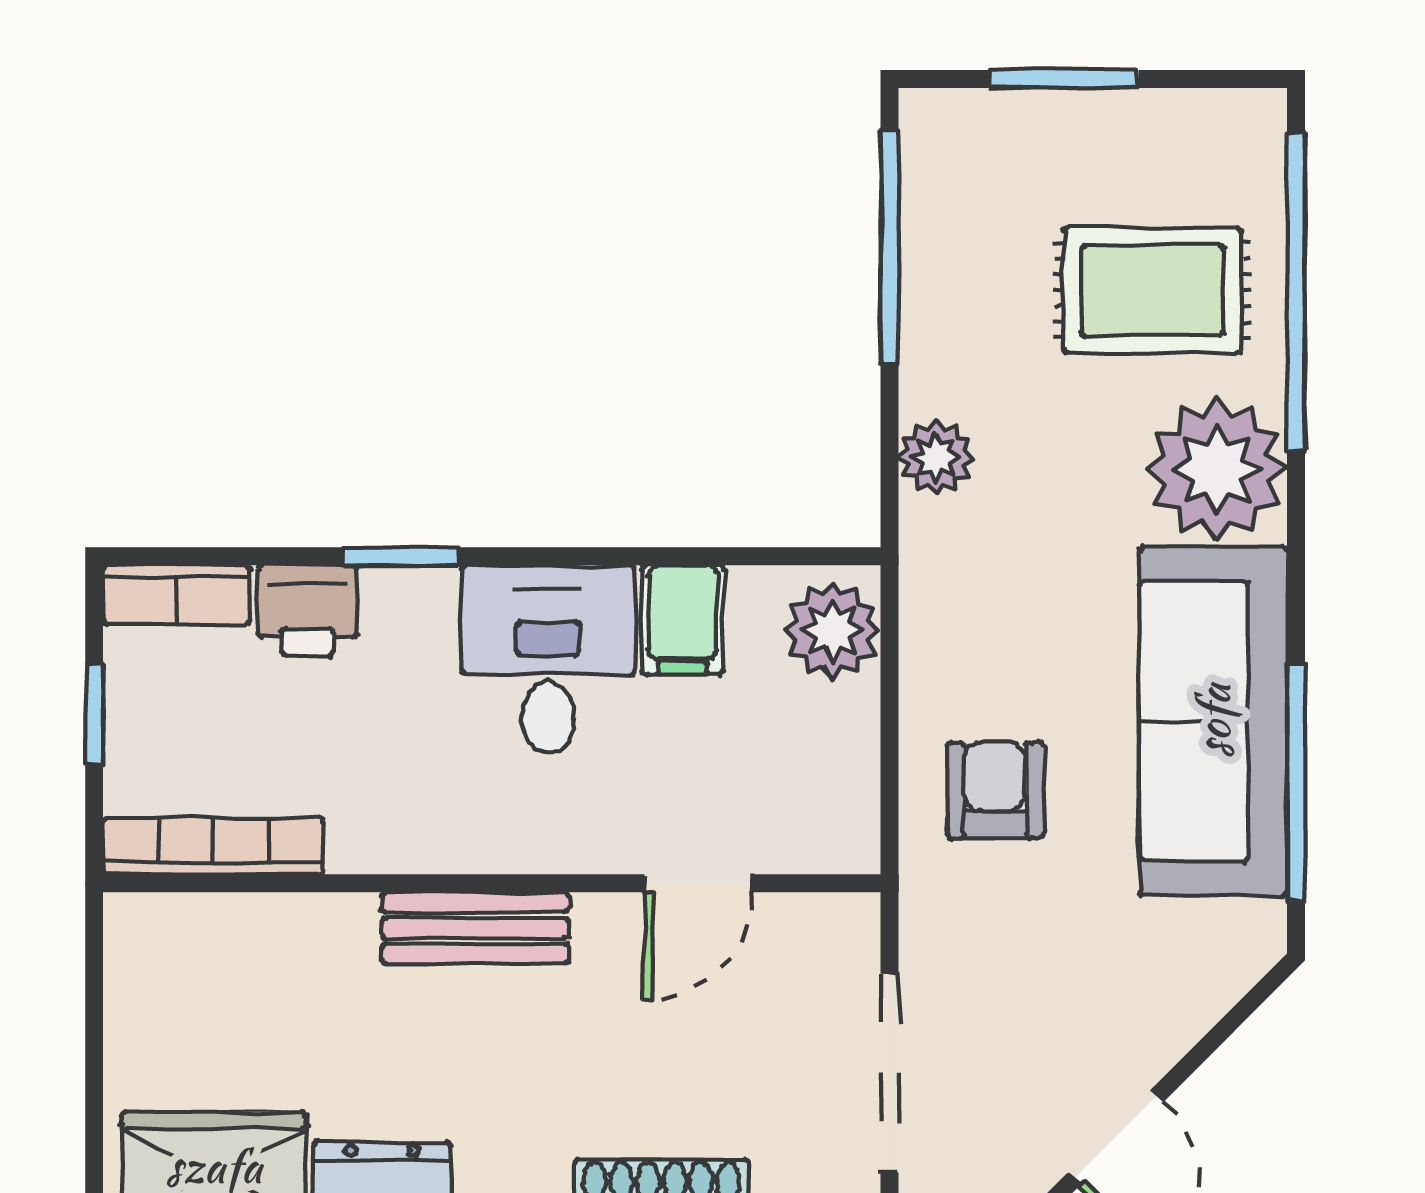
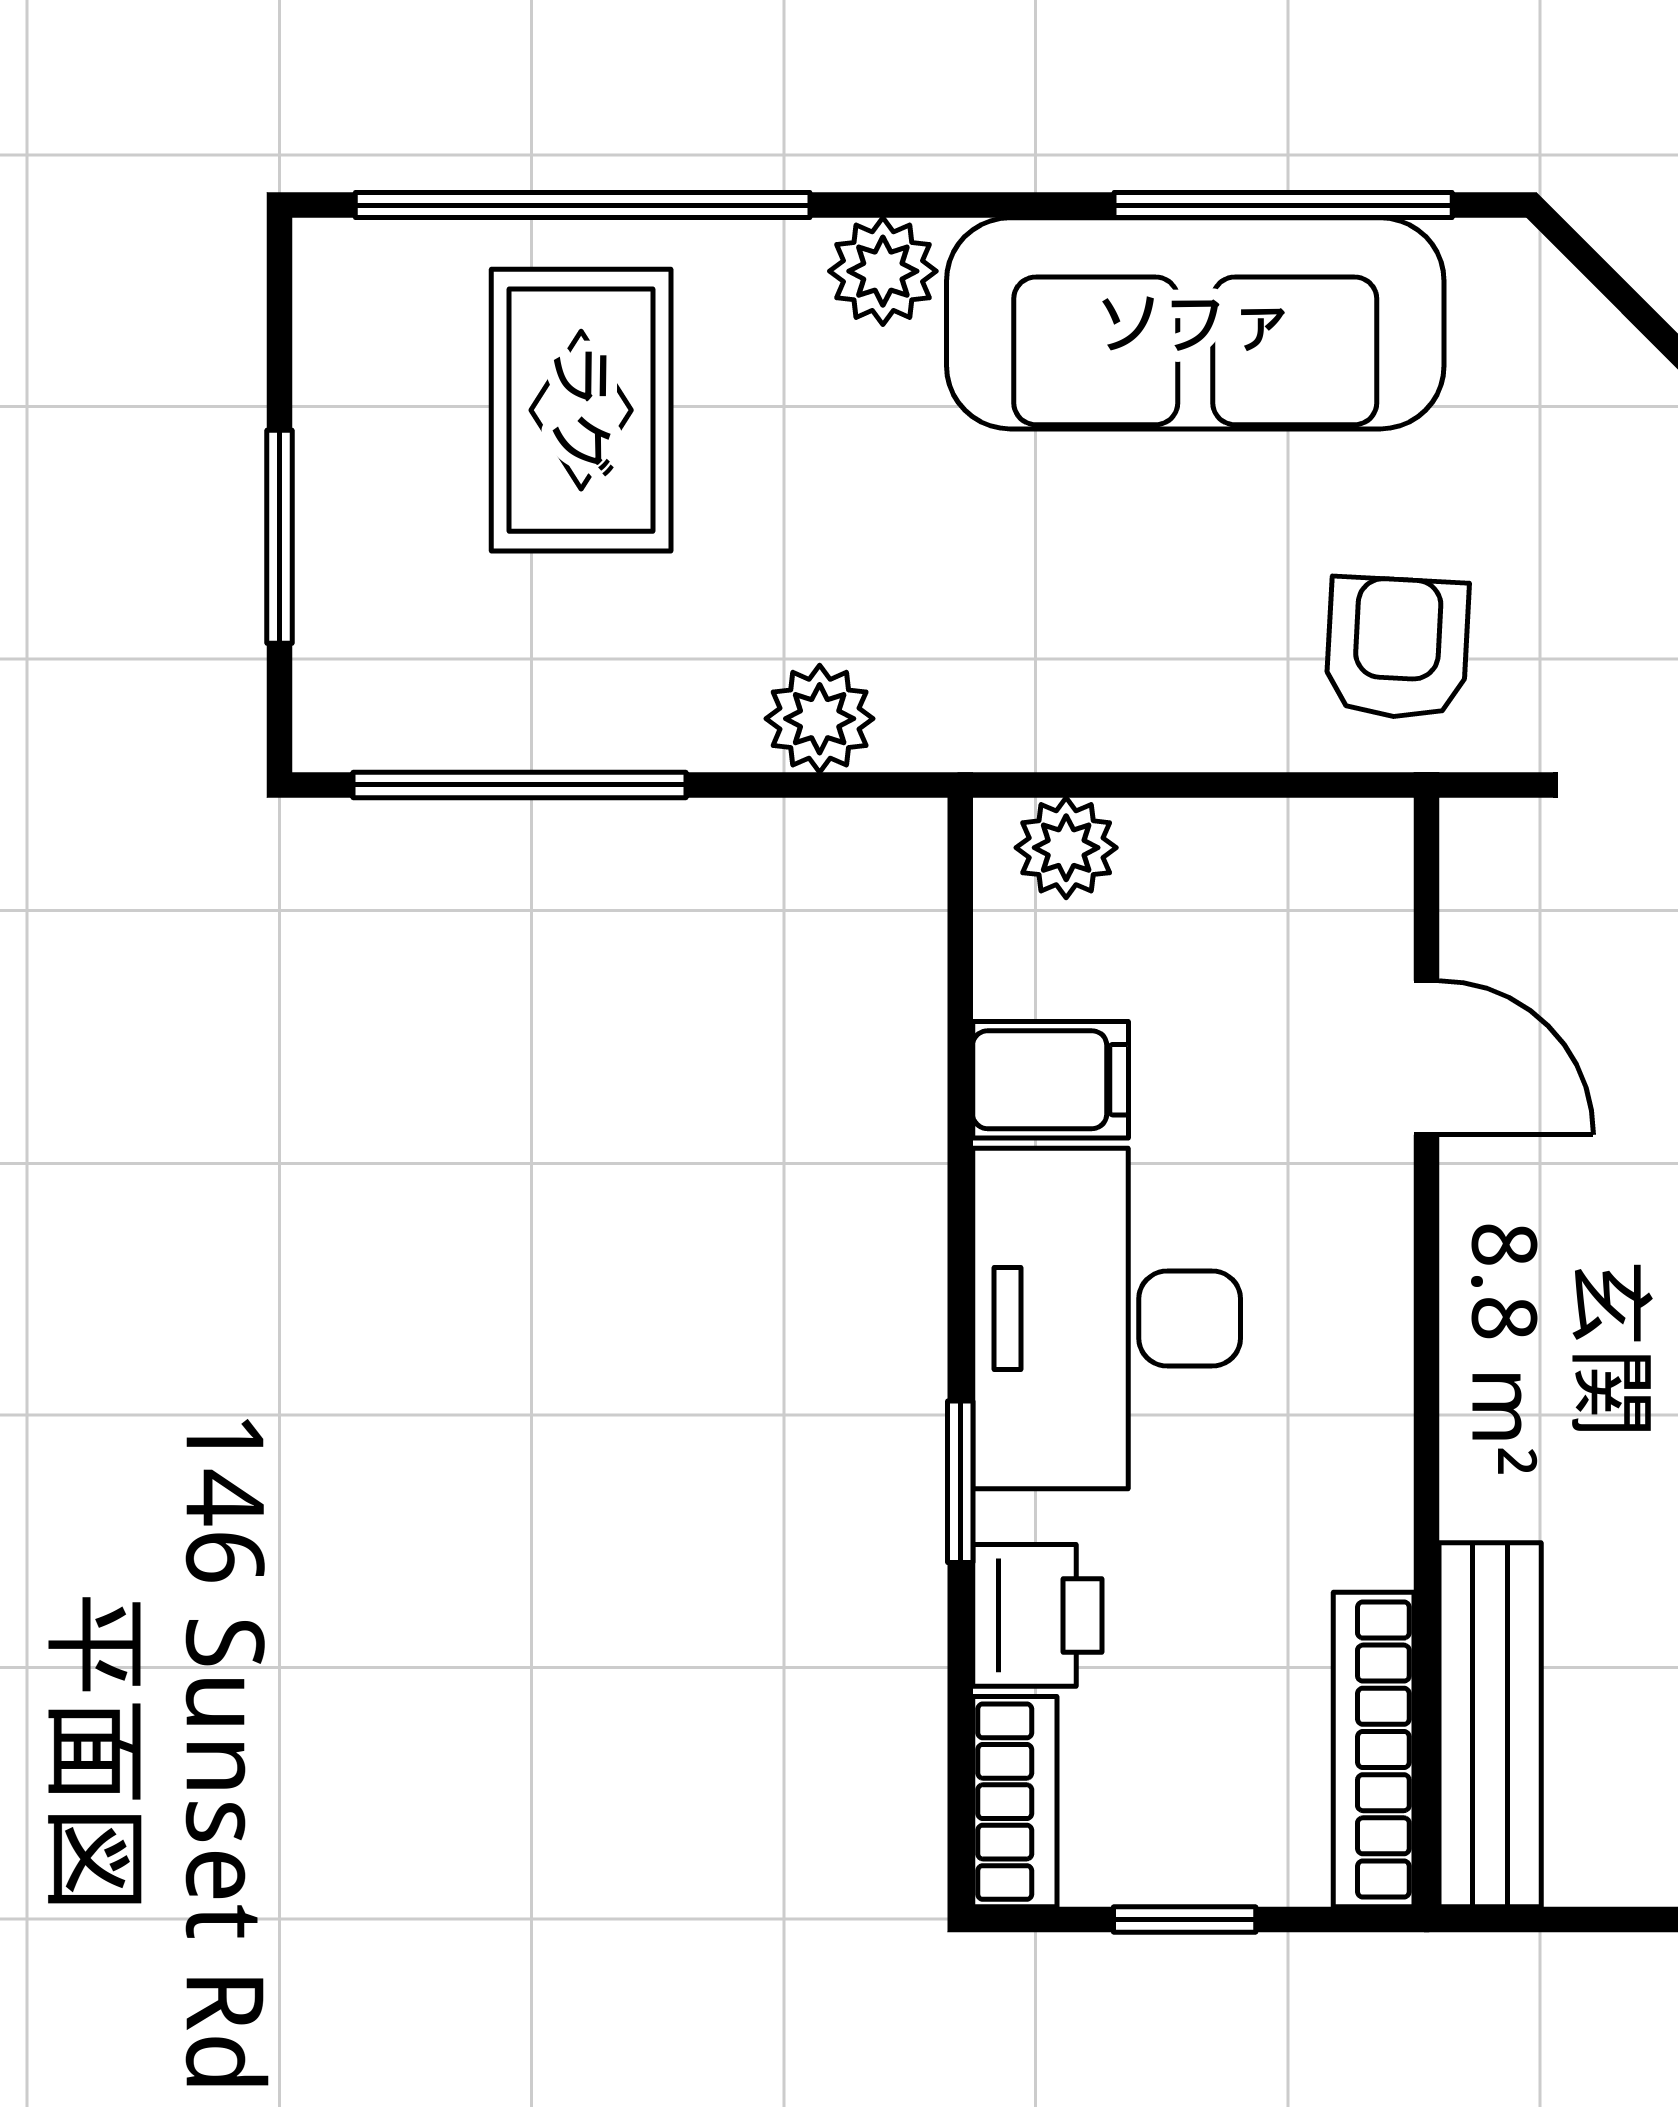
plant: (1217, 469) -> (883, 271), width x0.53, depth x0.53
plant: (832, 631) -> (1066, 848), width x0.73, depth x0.73
desk: (548, 659) -> (1107, 1319), width x1.37
armchair: (995, 790) -> (1397, 648), moved, turned 93
bench: (475, 928) -> (1490, 1725), moved, width x1.36

